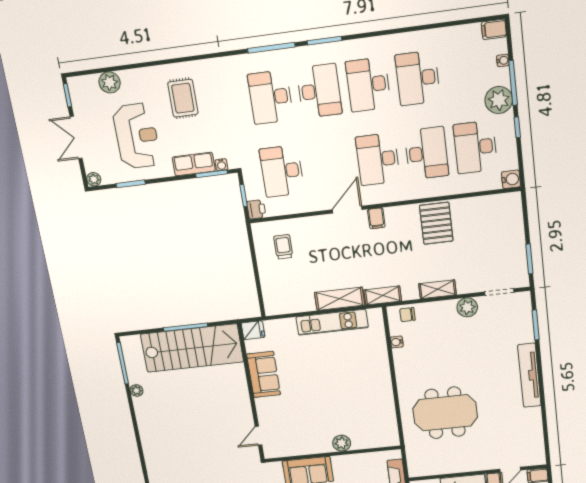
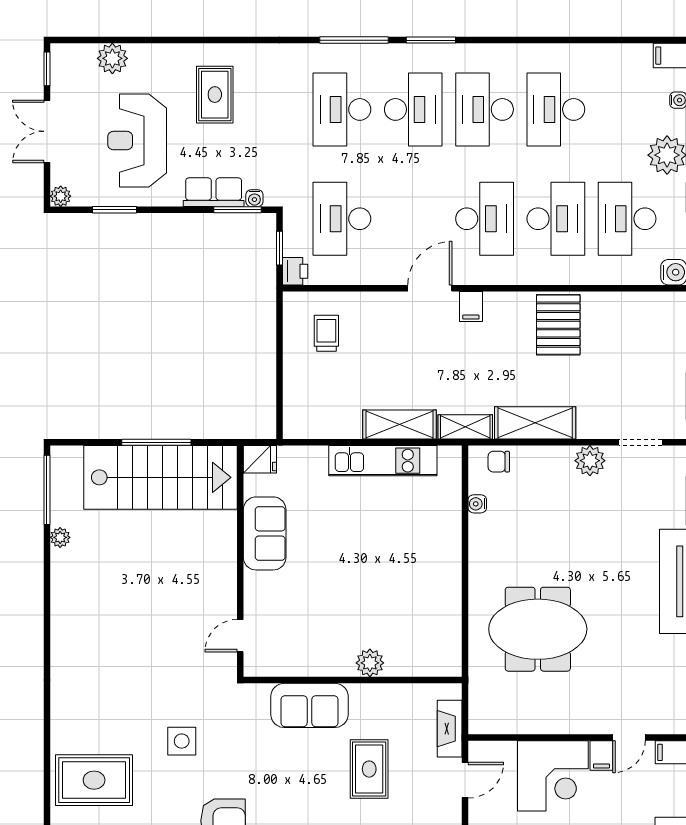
reception desk: (137, 136) -> (137, 141), turned 180
desk: (378, 159) -> (485, 219), turned 180
shelving: (437, 289) -> (535, 423), width x1.50, depth x1.33

